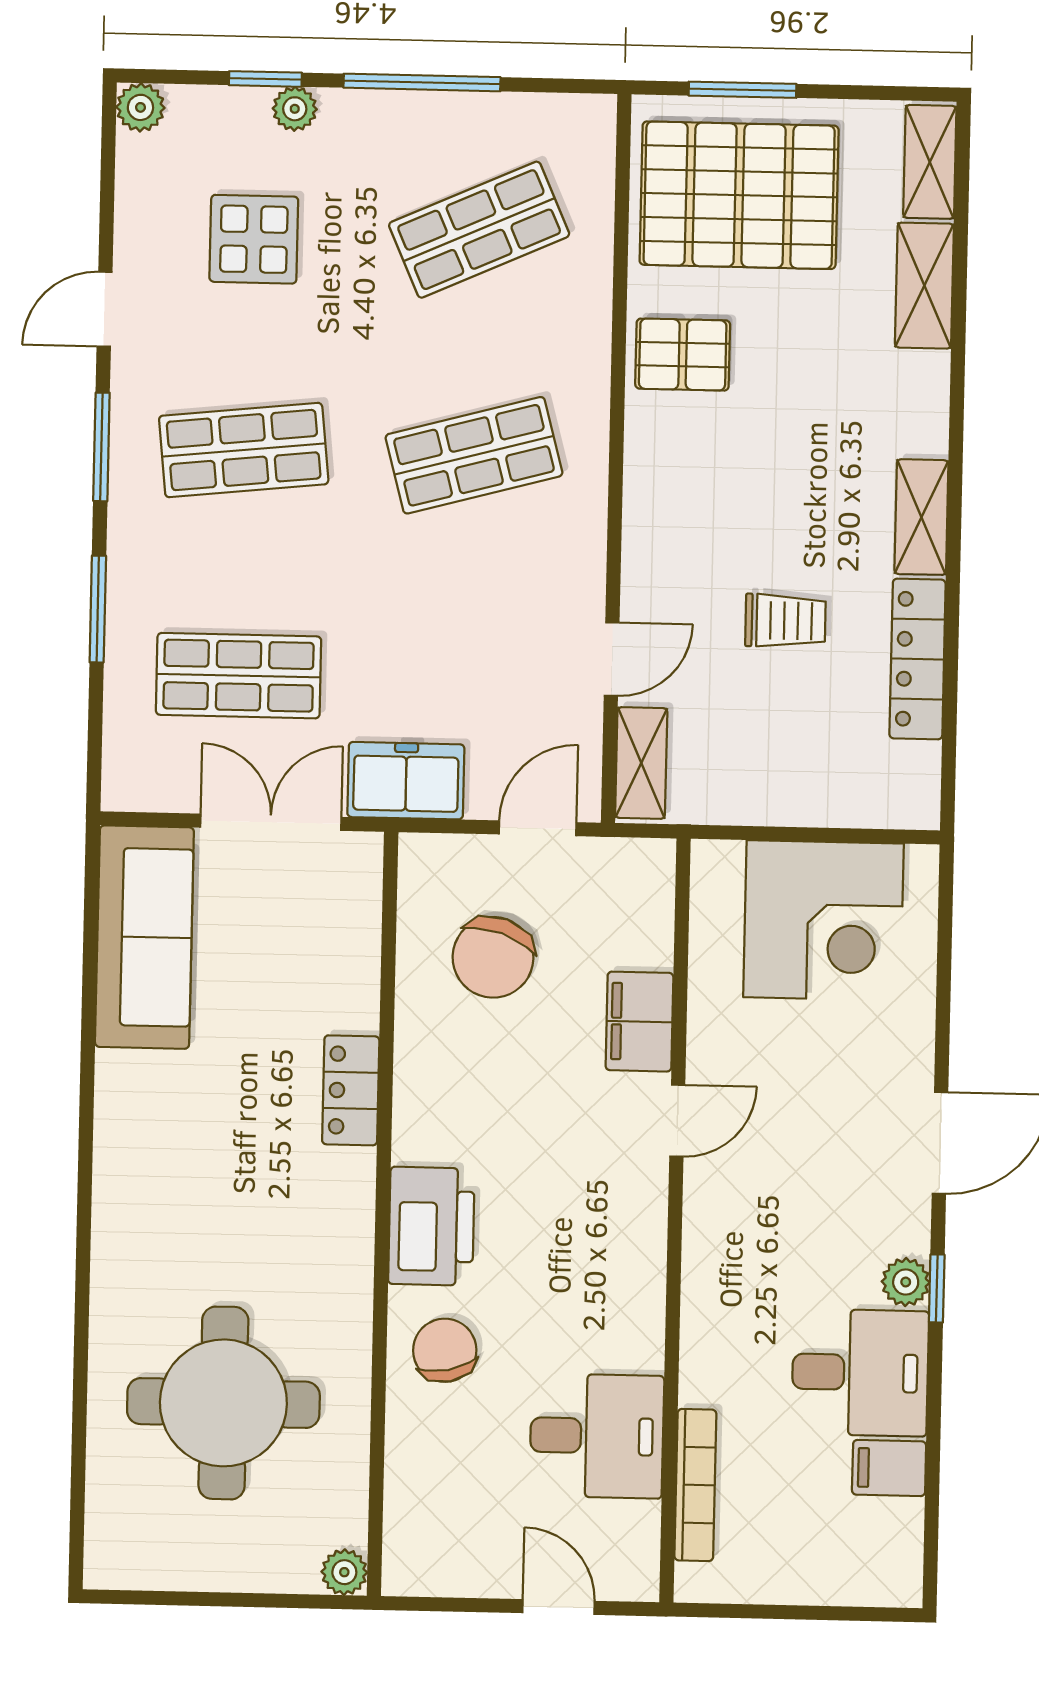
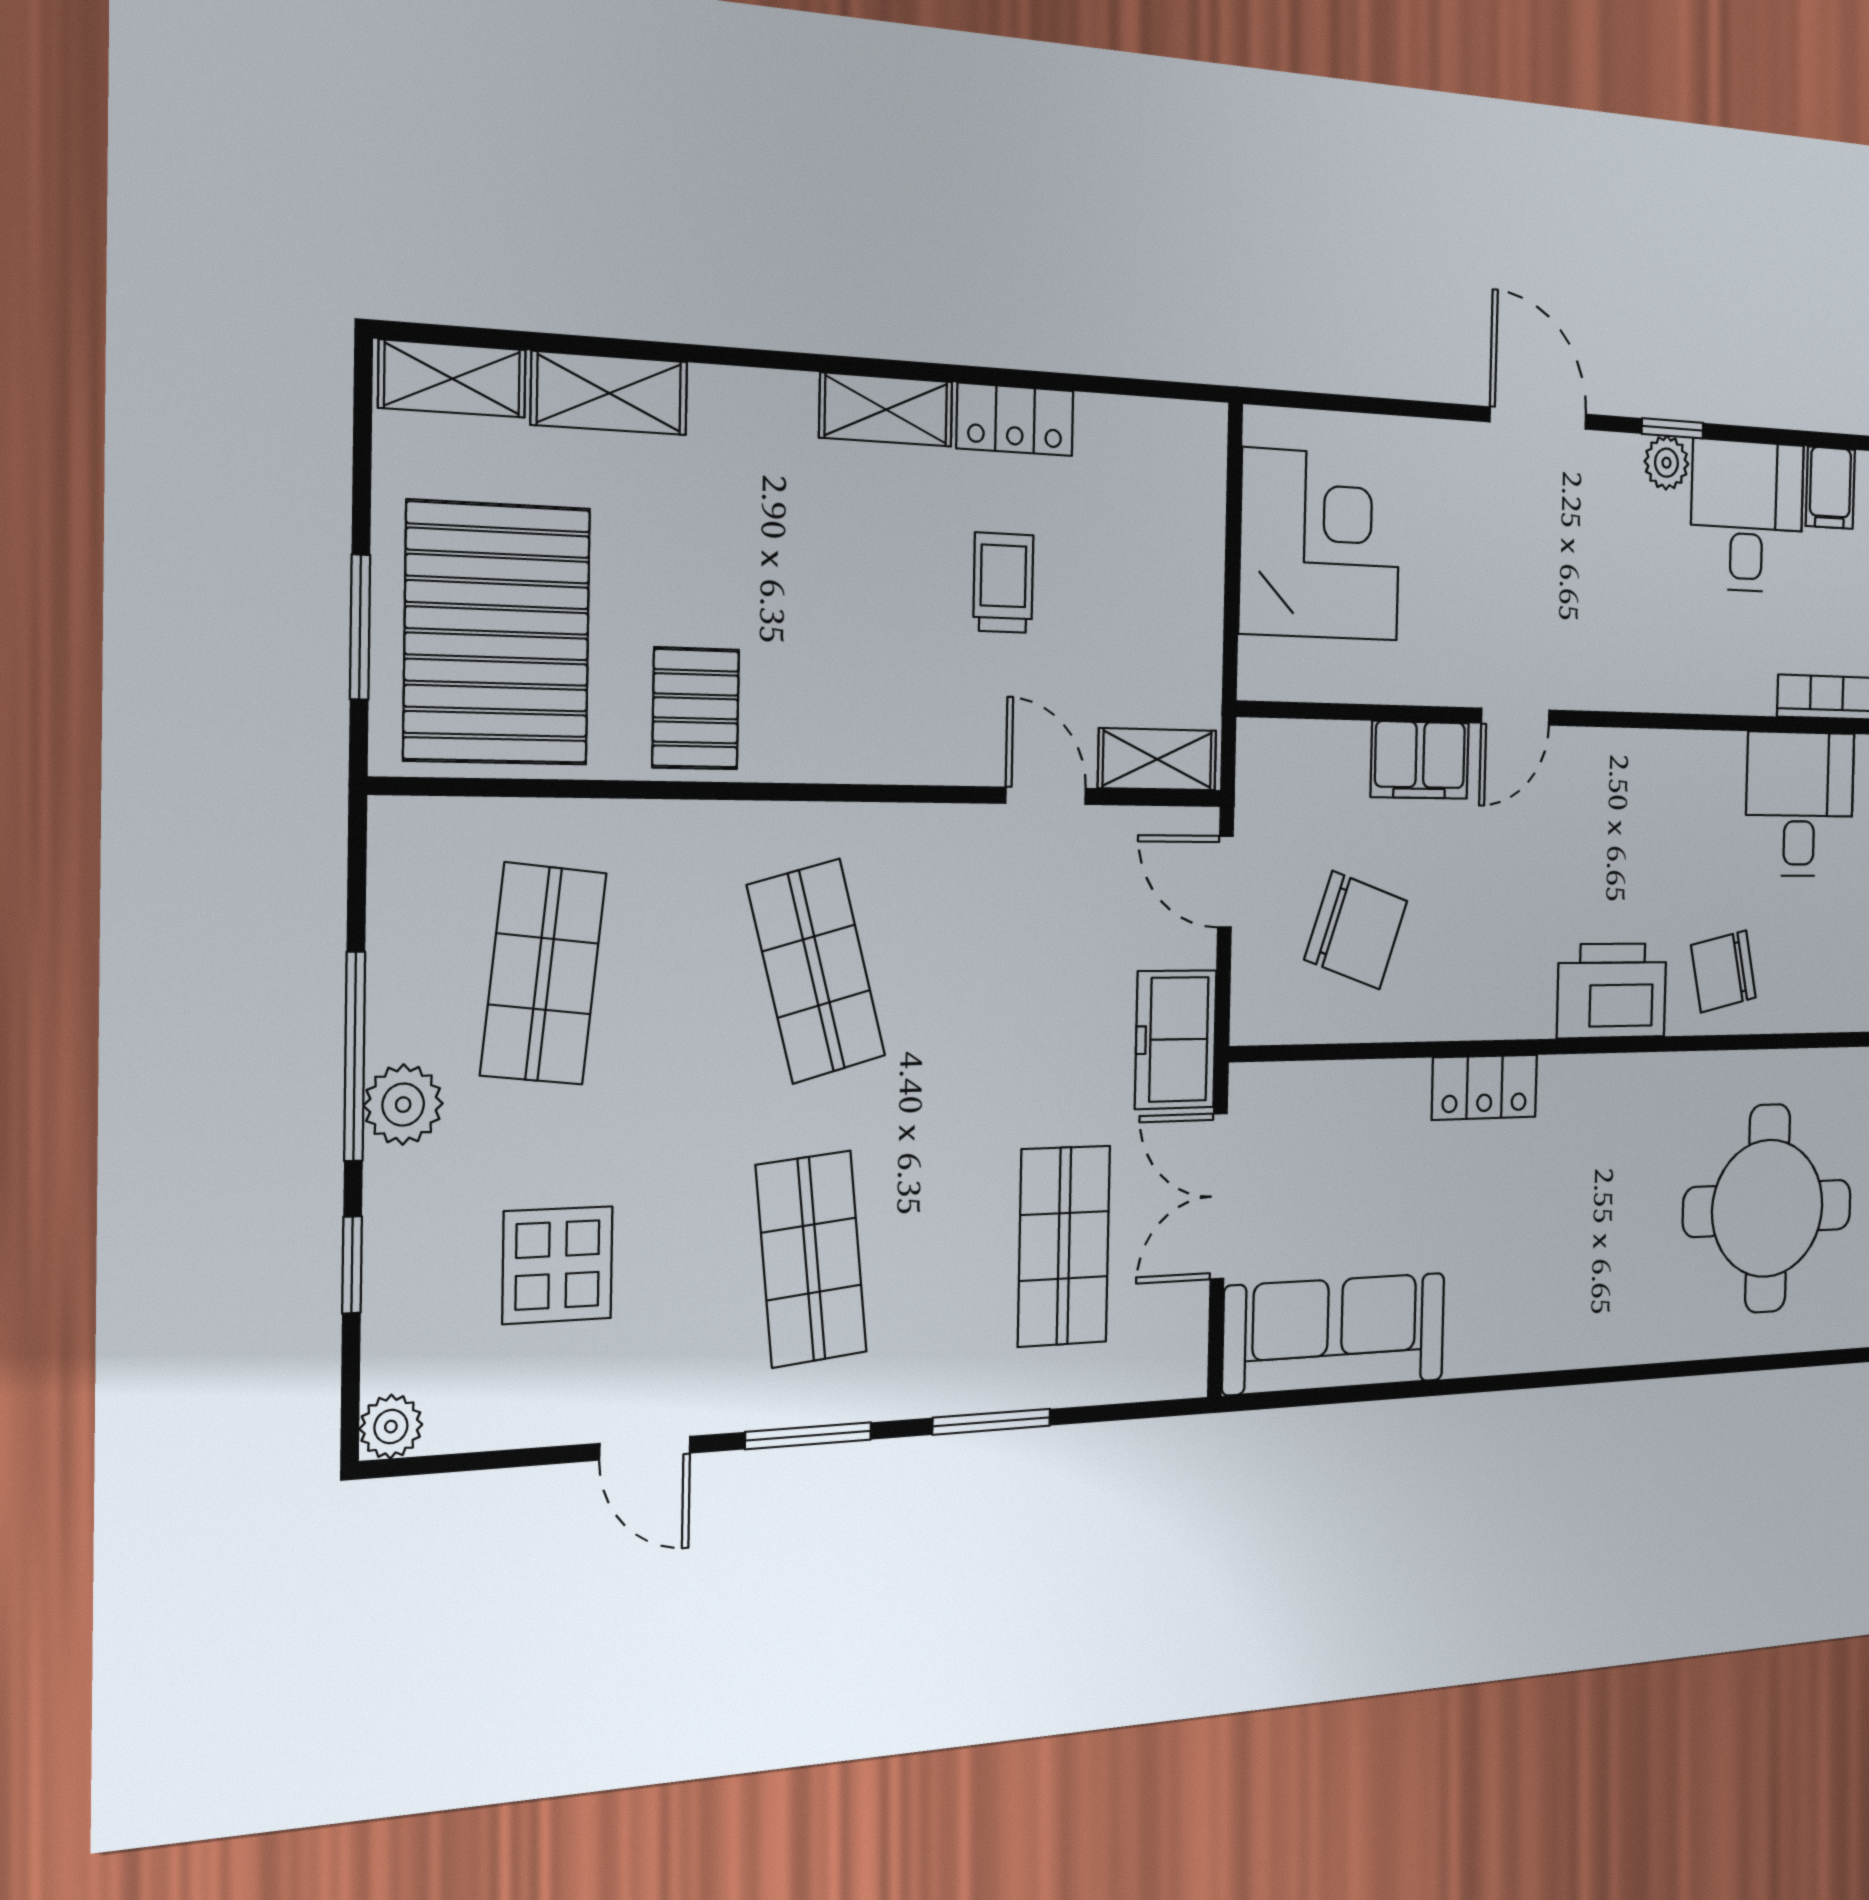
plant: (295, 109) -> (403, 1105), moved, width x1.38, depth x1.38
shop shelf: (479, 230) -> (543, 974), turned 30
locker: (918, 659) -> (1015, 419), width x0.66
door: (677, 1121) -> (1515, 717), swing flipped

